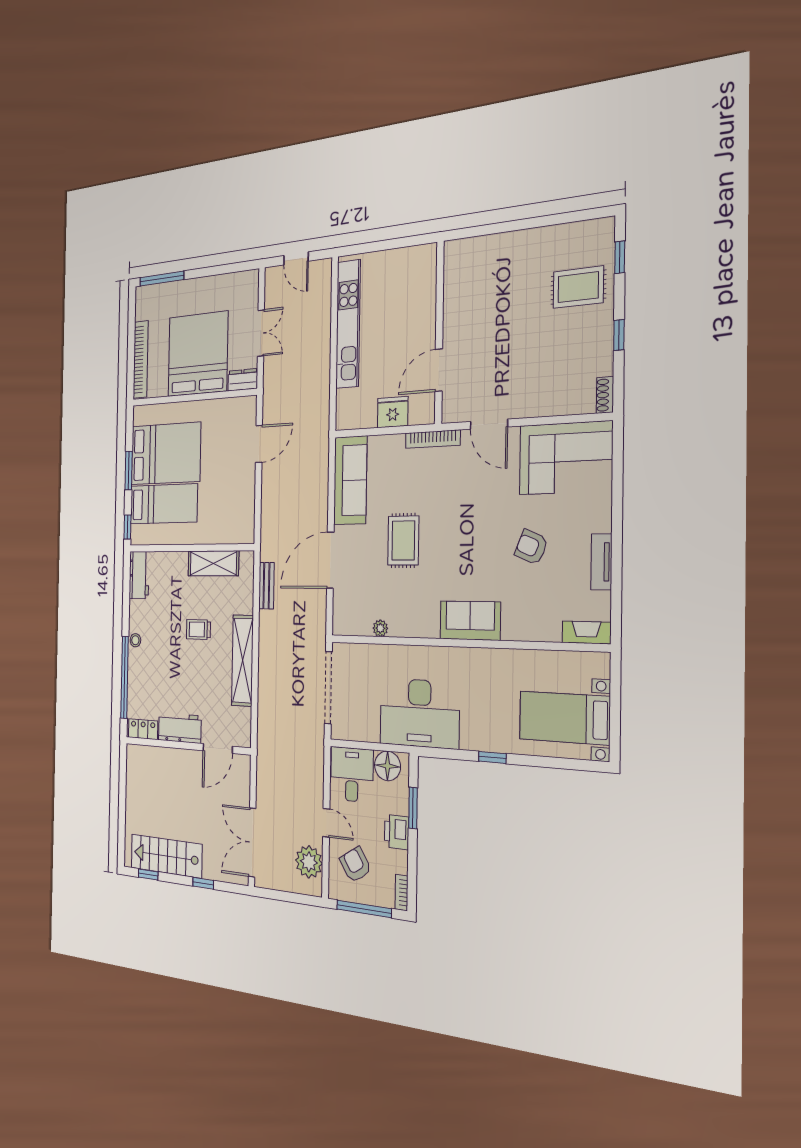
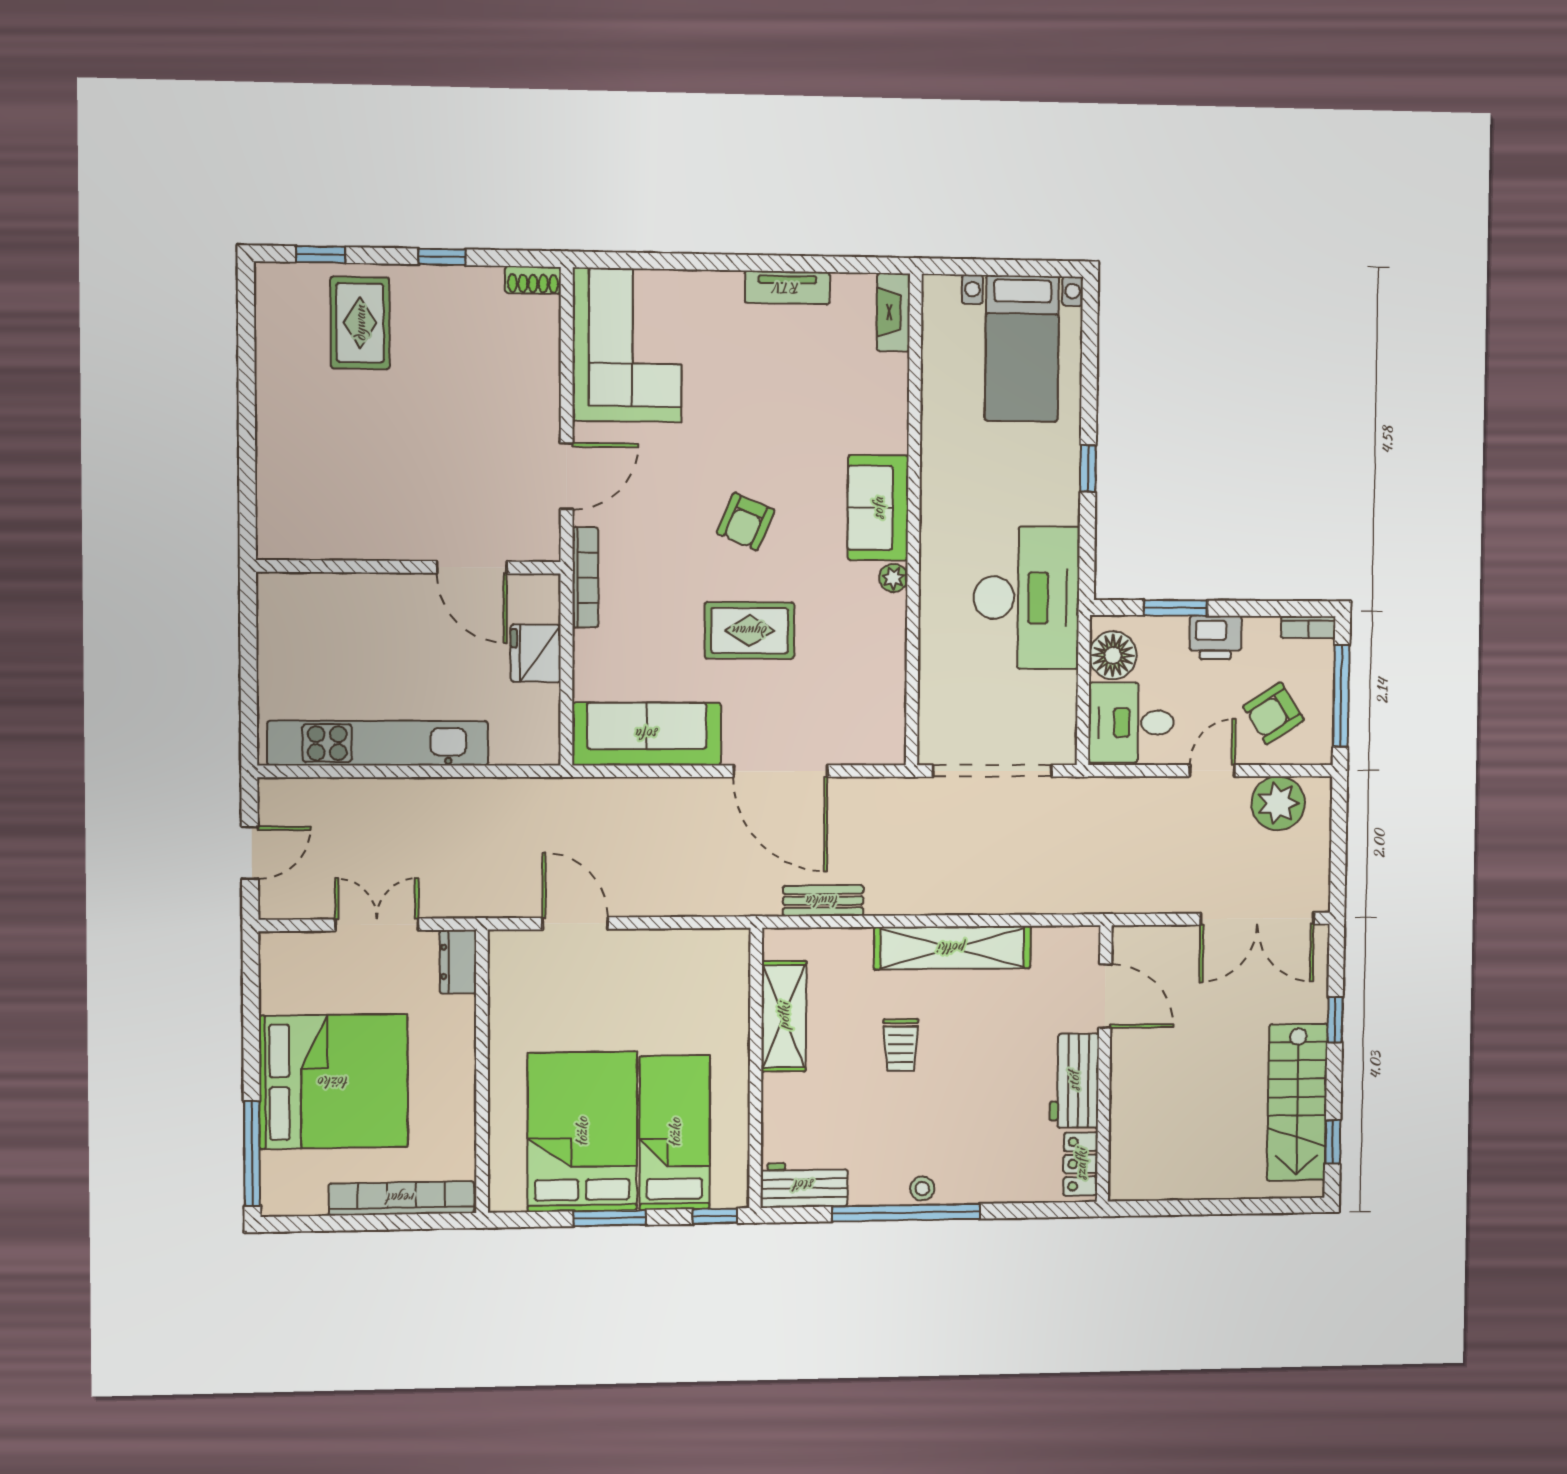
bed: (198, 354) -> (334, 1082), moved, turned 180
armchair: (531, 547) -> (746, 522), moved
plant: (380, 628) -> (893, 578), moved
window: (125, 677) -> (906, 1213), moved

